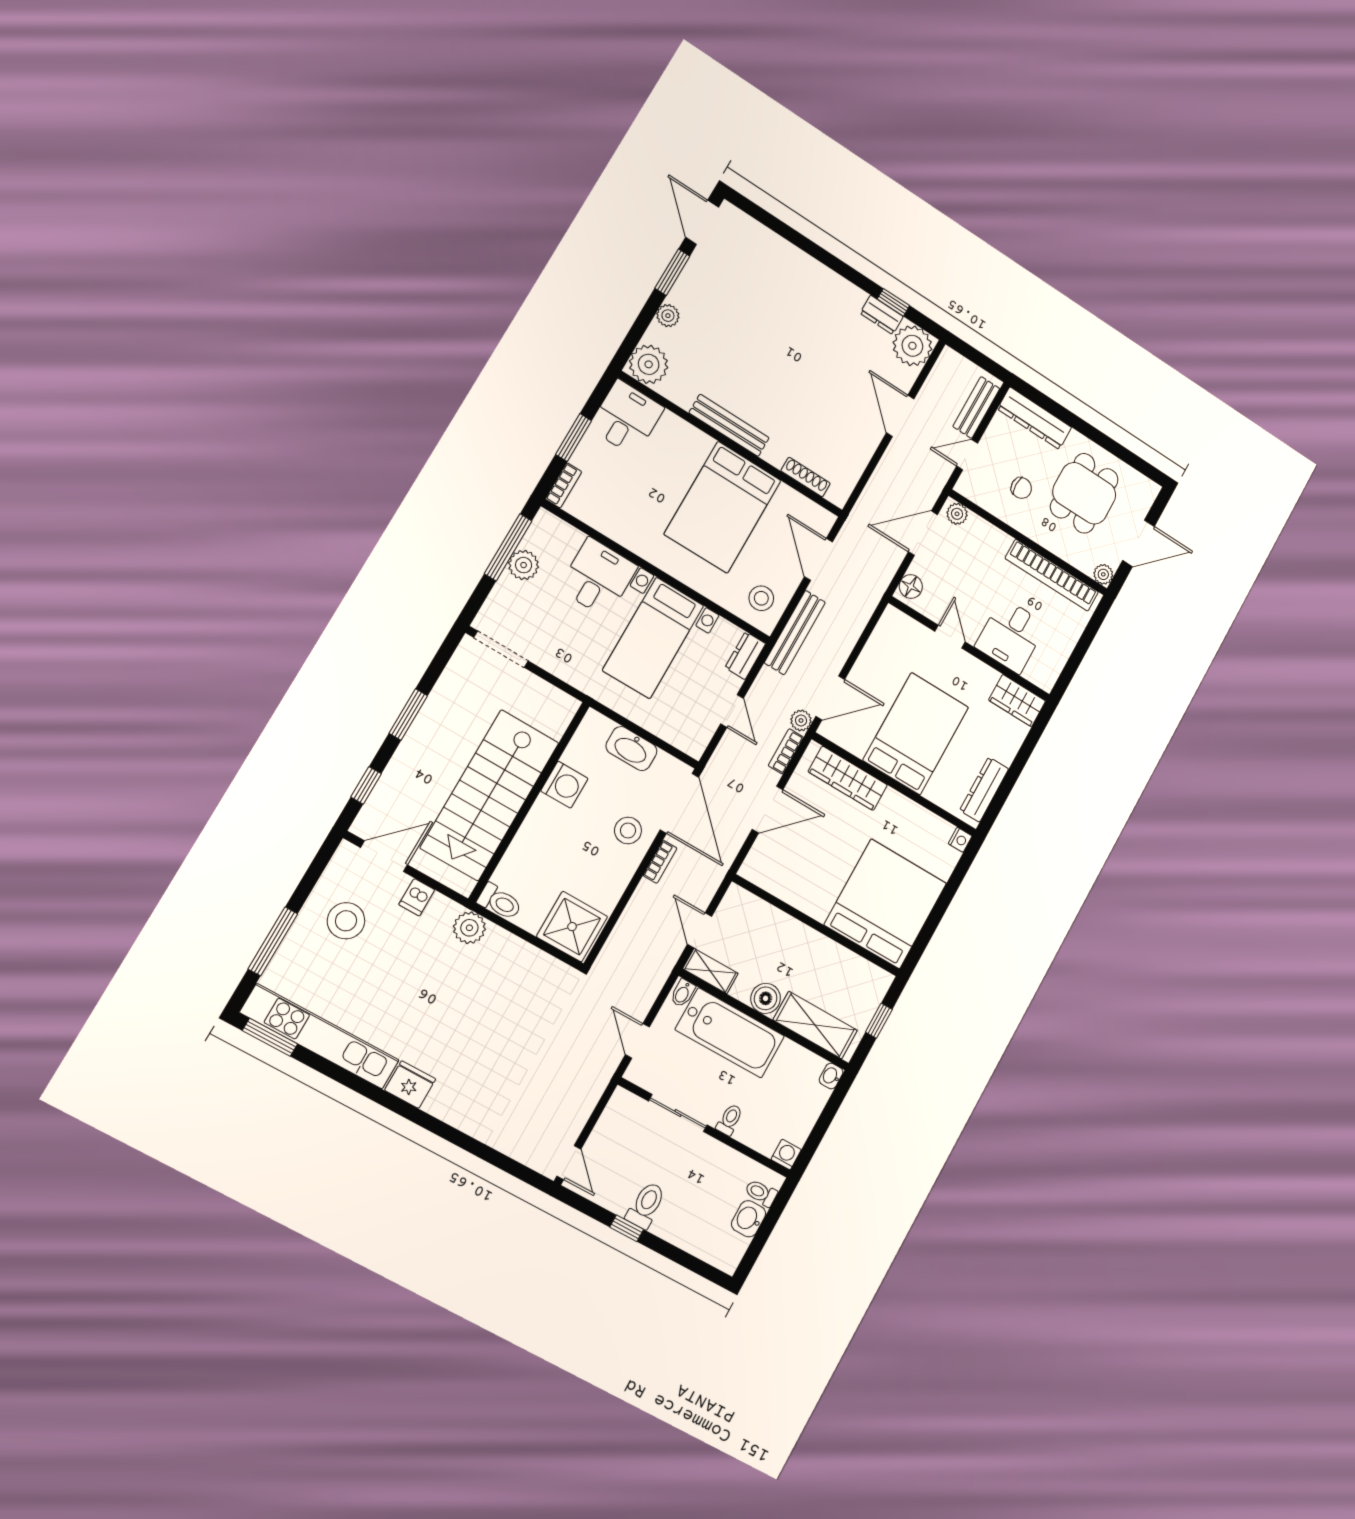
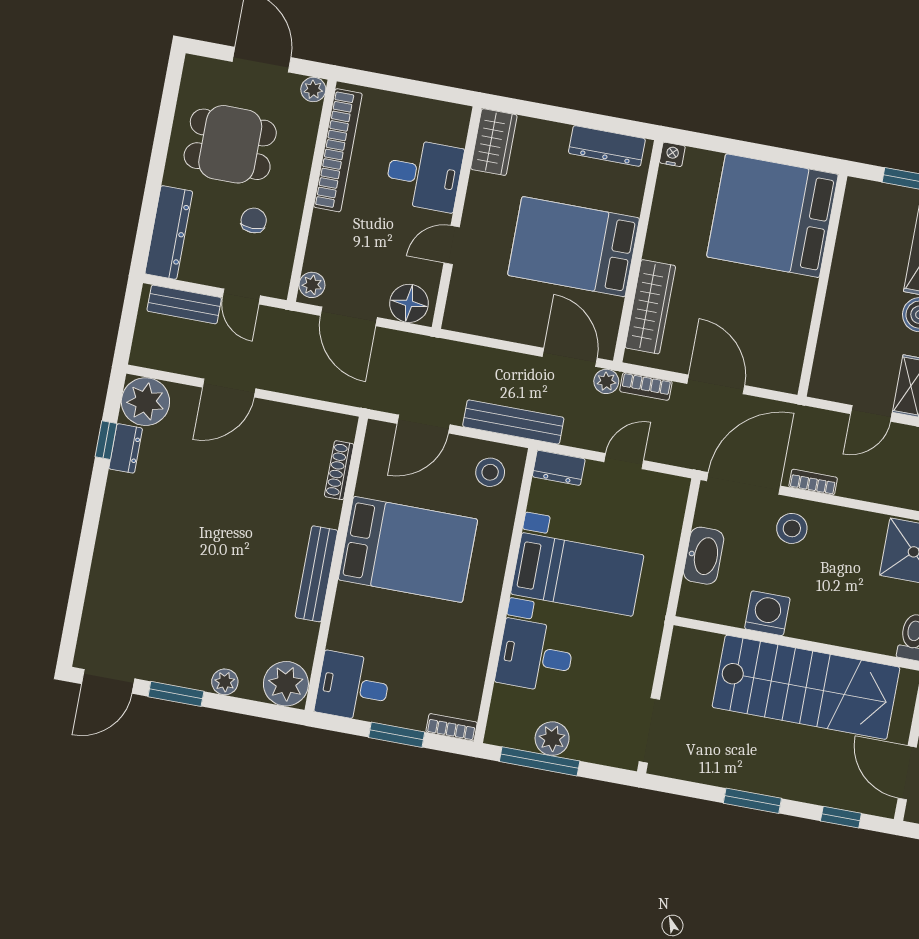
floor lamp: (911, 586) -> (409, 303), width x1.38, depth x1.38

